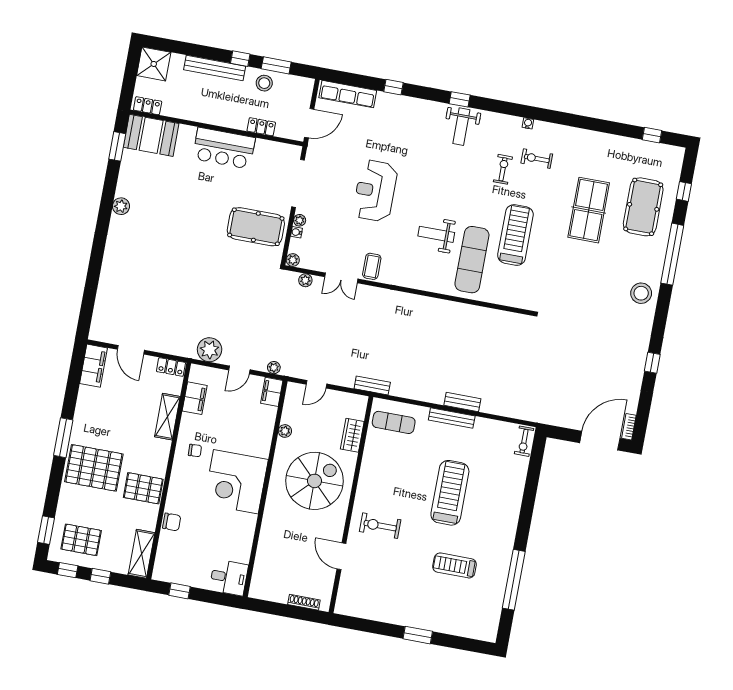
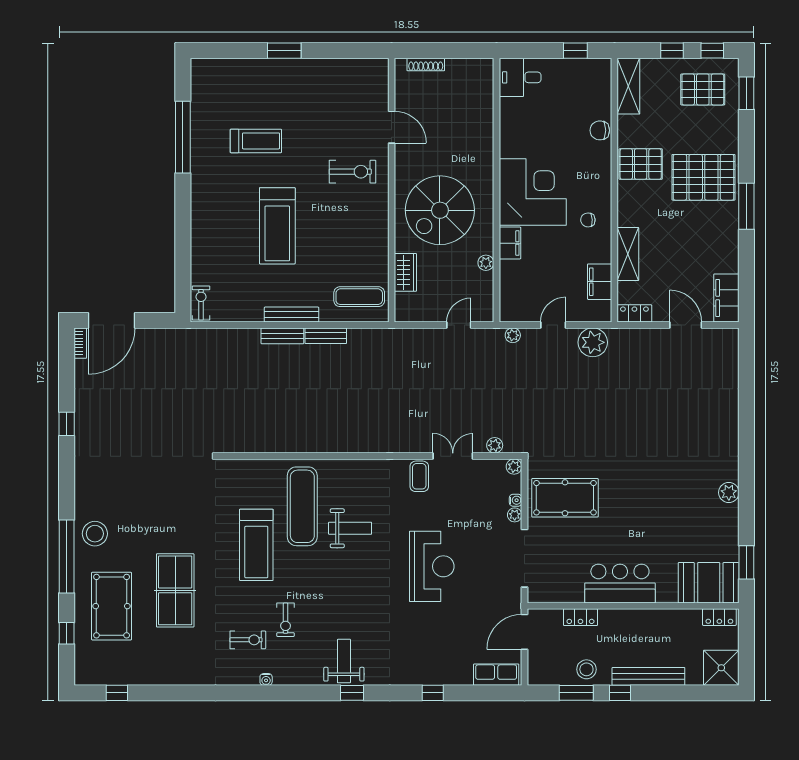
row of seats: (348, 94) -> (496, 675), width x0.68
stool: (641, 293) -> (95, 534), moved
bench: (372, 385) -> (326, 336), moved
filing cabinet: (272, 392) -> (510, 243), moved

